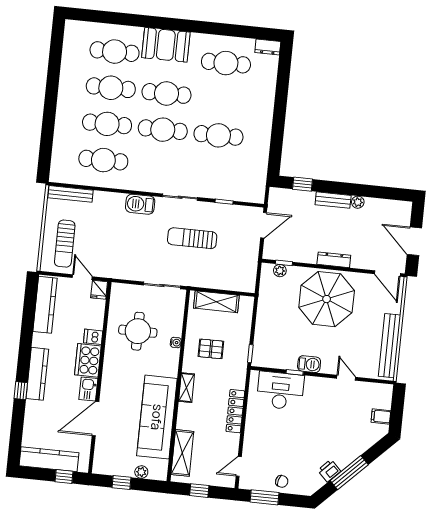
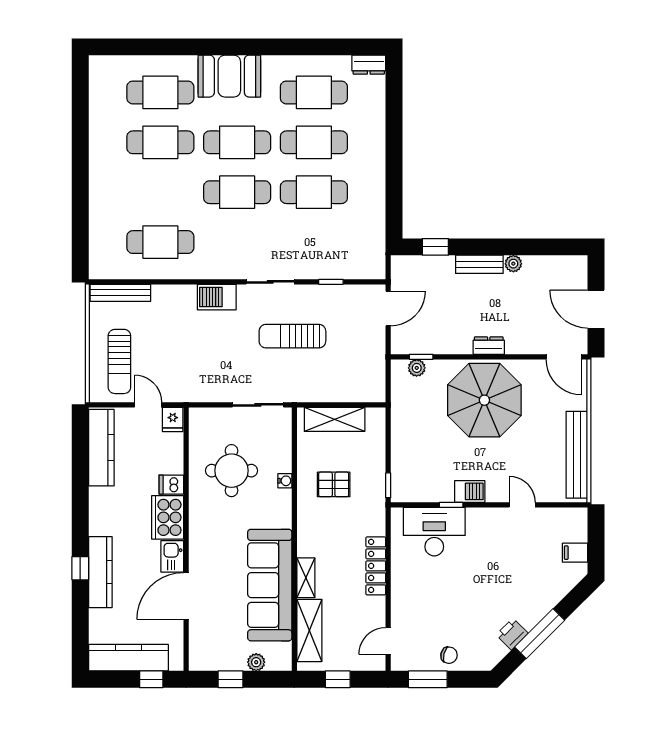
cafe table: (107, 124) -> (314, 142), moved
dresser: (334, 260) -> (489, 346), width x0.70
kitchen counter: (37, 374) -> (100, 572), moved
shelving: (186, 388) -> (306, 578), moved

